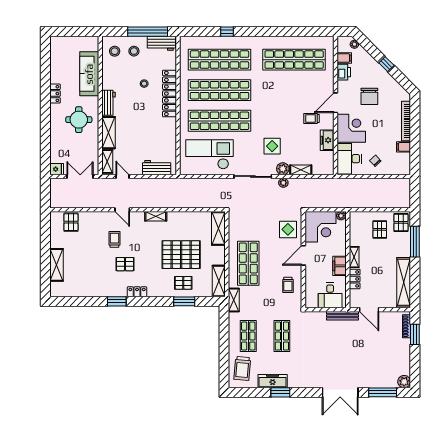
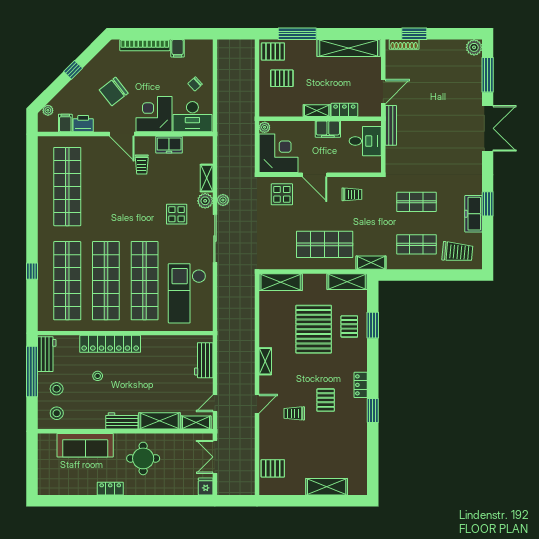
chair: (369, 96) -> (114, 91), turned 142

